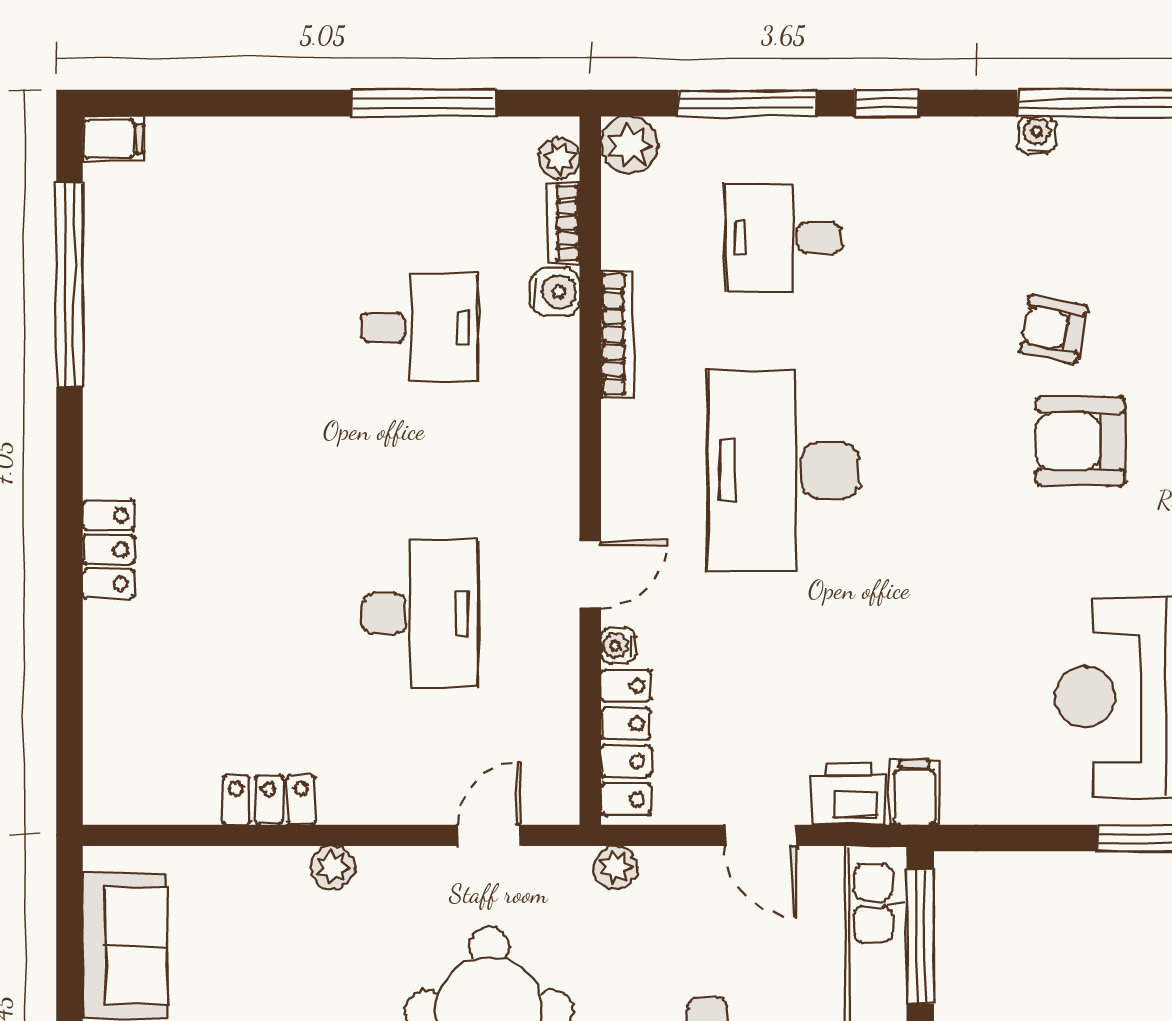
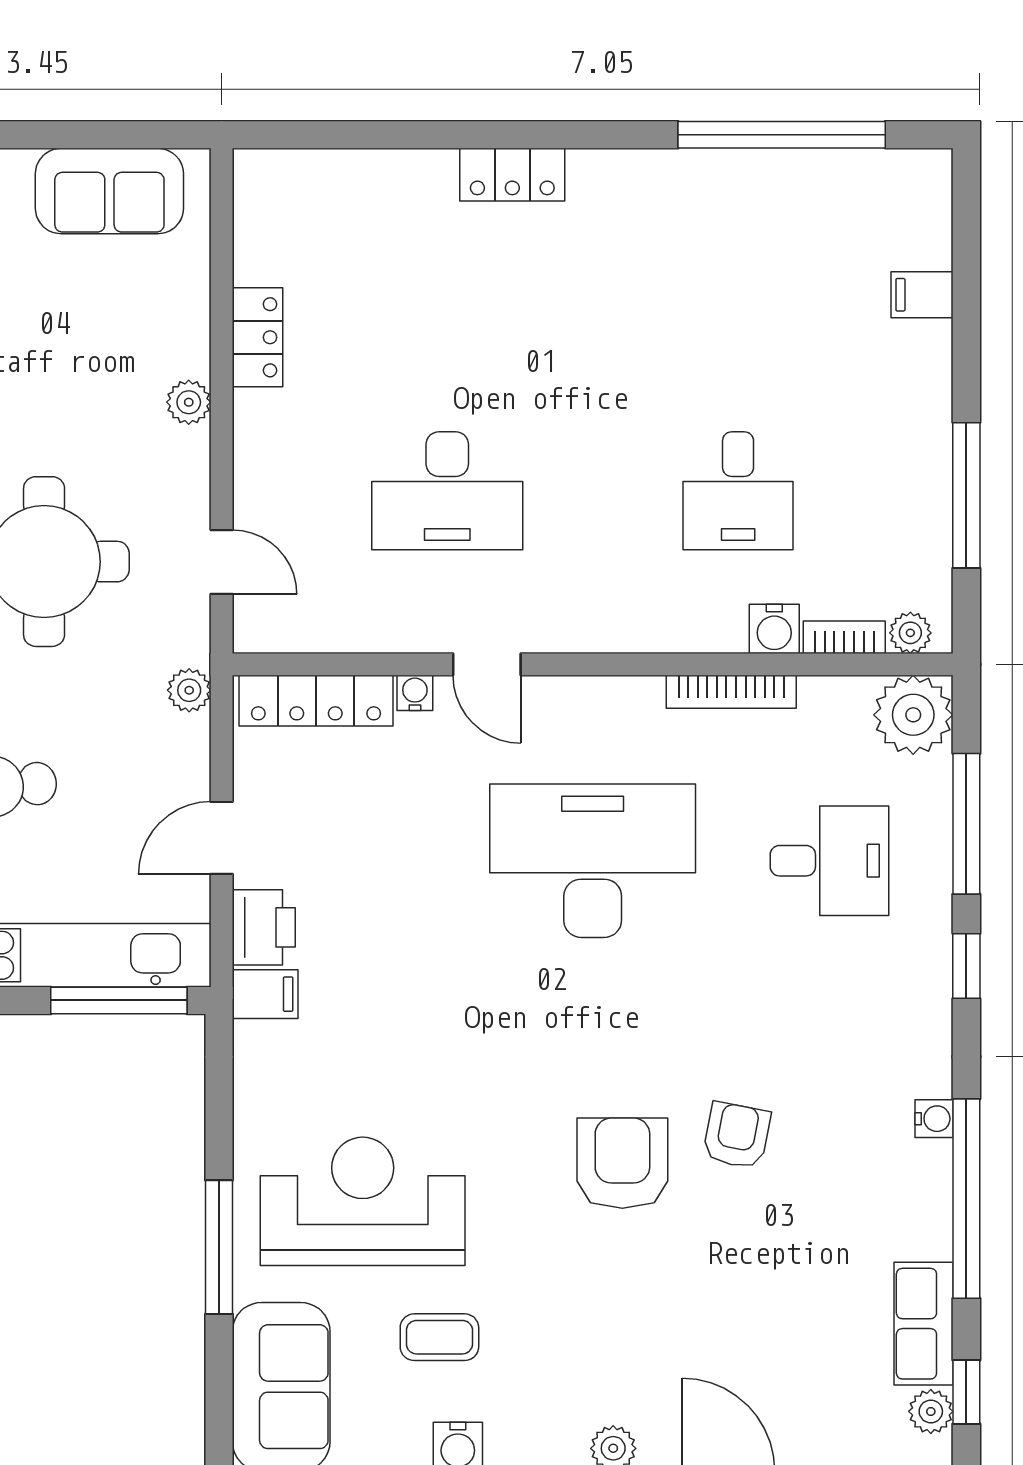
filing cabinet: (113, 139) -> (922, 295), moved, turned 90
plant: (629, 145) -> (913, 715), width x1.36, depth x1.36
desk: (783, 238) -> (829, 861), turned 90

